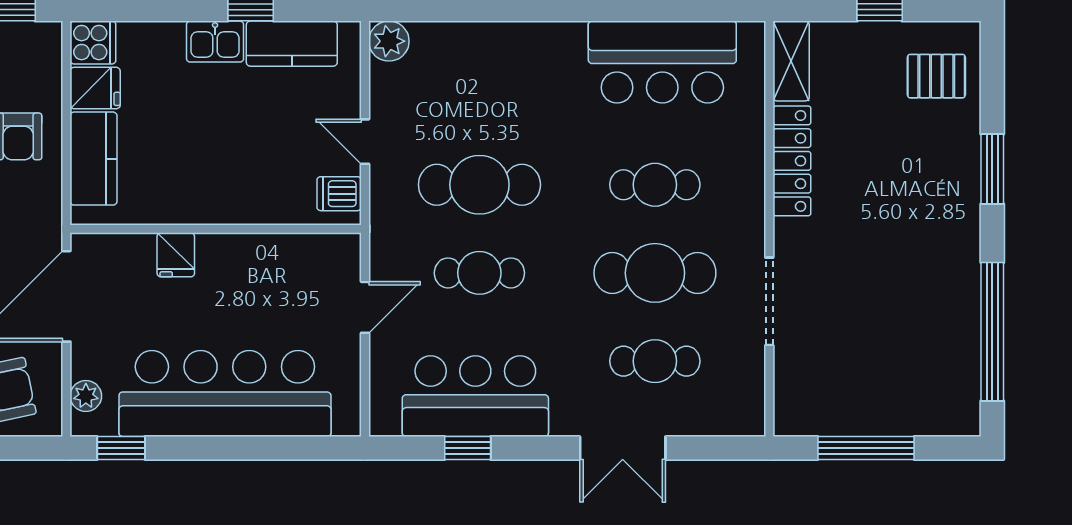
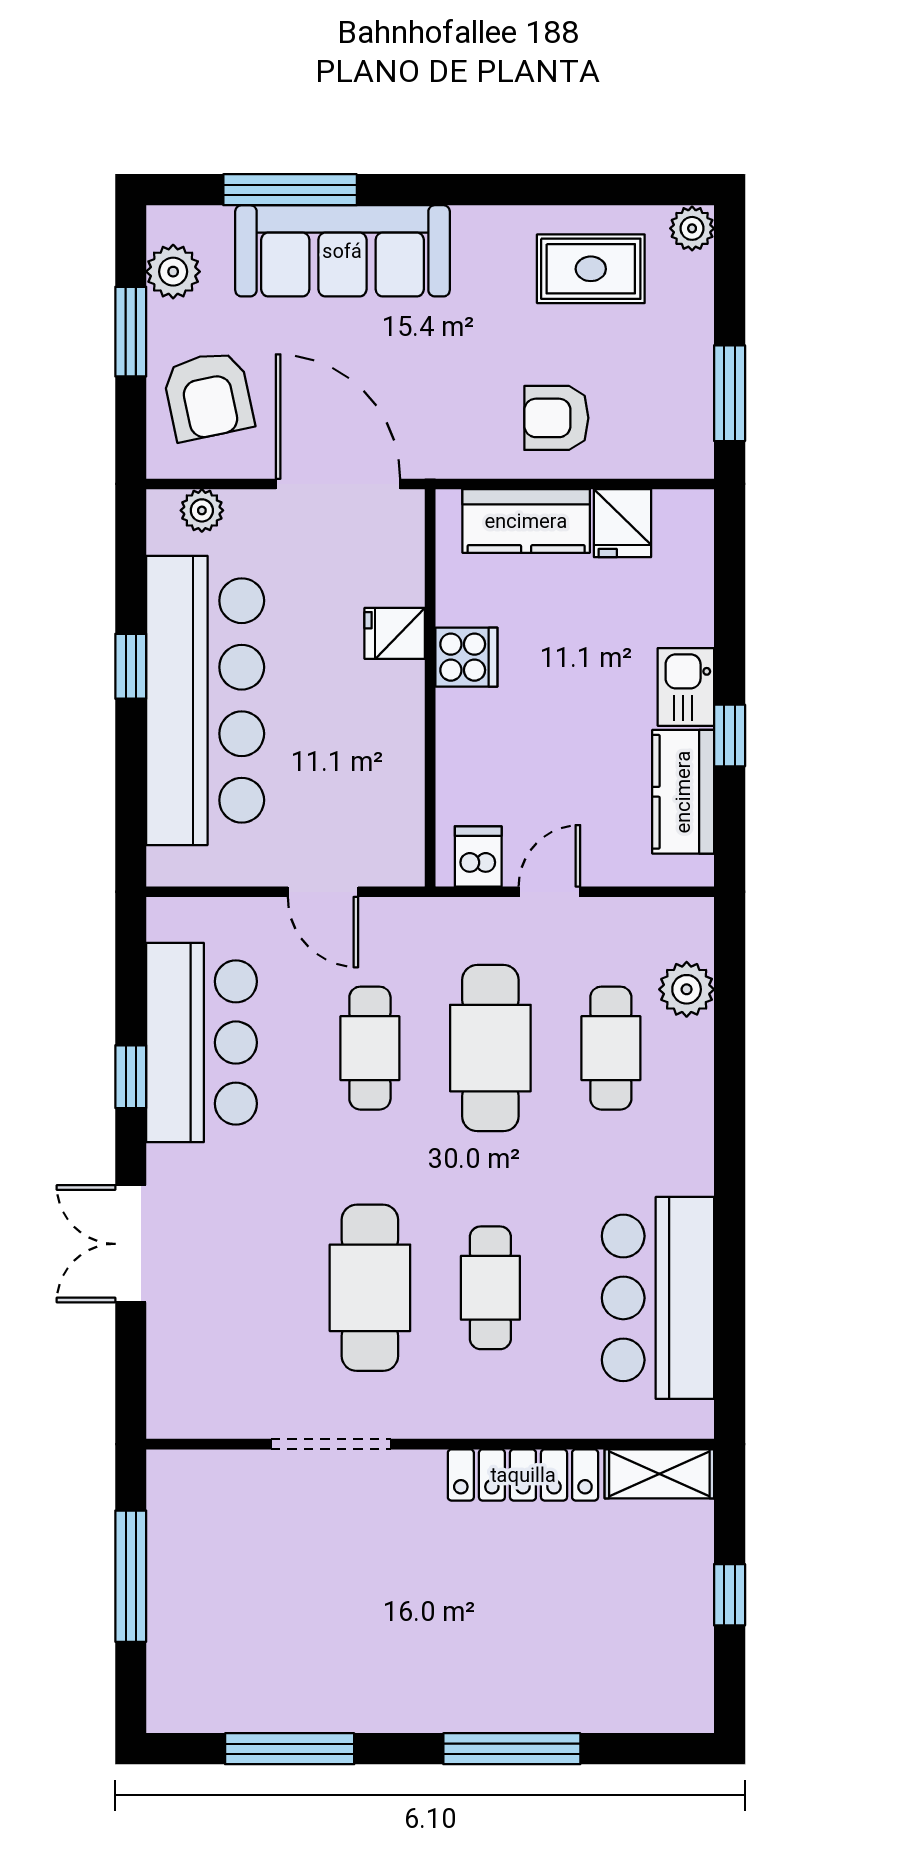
plant: (389, 41) -> (687, 989), moved
cooker: (93, 43) -> (466, 657), moved, turned -90
pallet: (936, 76) -> (639, 1672), removed
window: (992, 169) -> (512, 1749), width x1.44
window: (992, 332) -> (290, 1749), width x0.68
cafe table: (655, 361) -> (611, 1048), moved
window: (121, 448) -> (131, 666), moved
window: (468, 448) -> (131, 1077), moved

